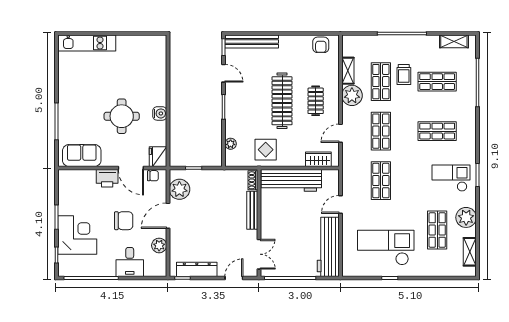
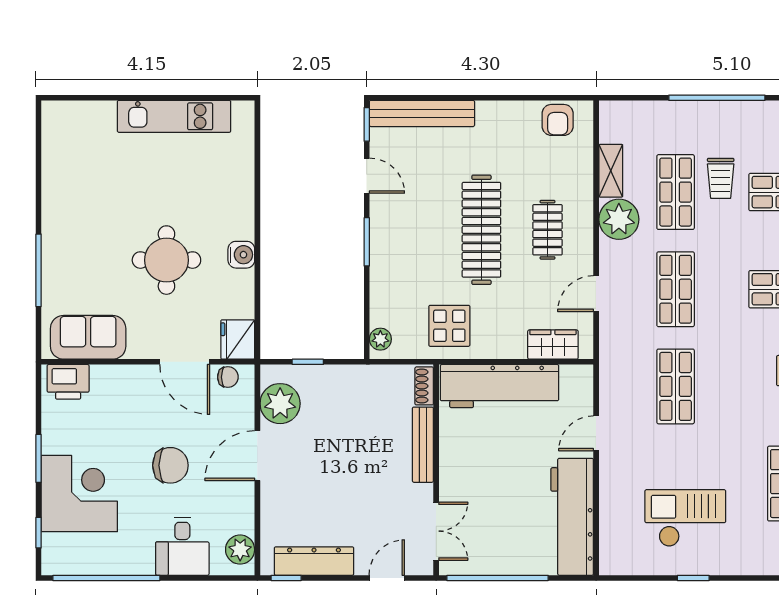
kitchen unit: (87, 43) -> (174, 116), moved
plant: (231, 144) -> (380, 339), moved
printer: (107, 178) -> (68, 382), moved
plant: (159, 245) -> (240, 550), moved
checkout: (386, 248) -> (685, 518), width x0.73, depth x0.83

